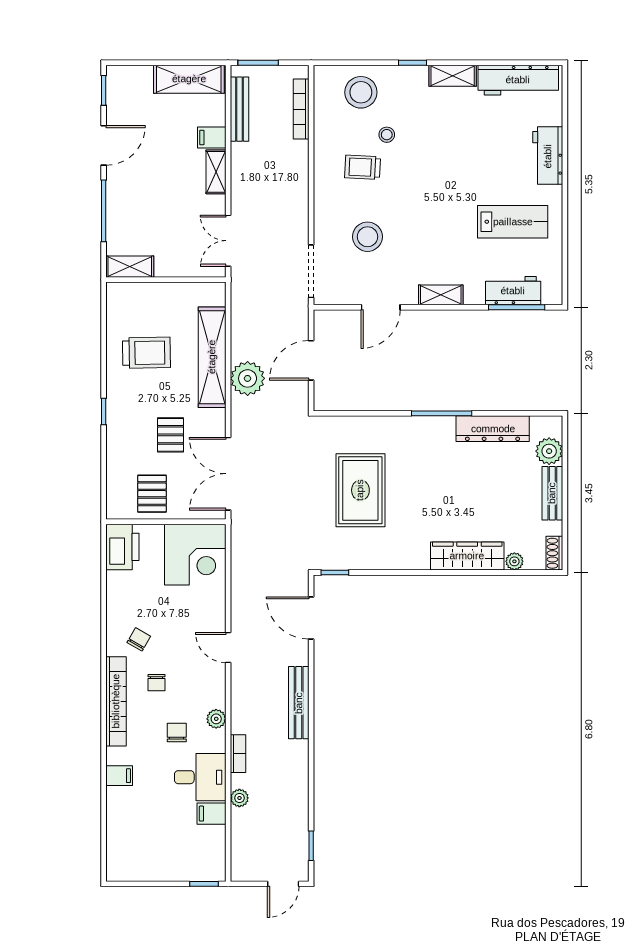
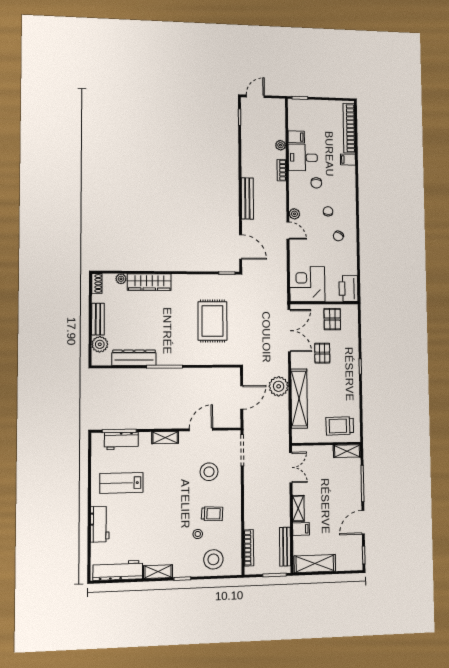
trolley: (146, 353) -> (340, 426), moved
bookcase: (116, 701) -> (349, 128), moved
plant: (216, 719) -> (294, 214), moved

